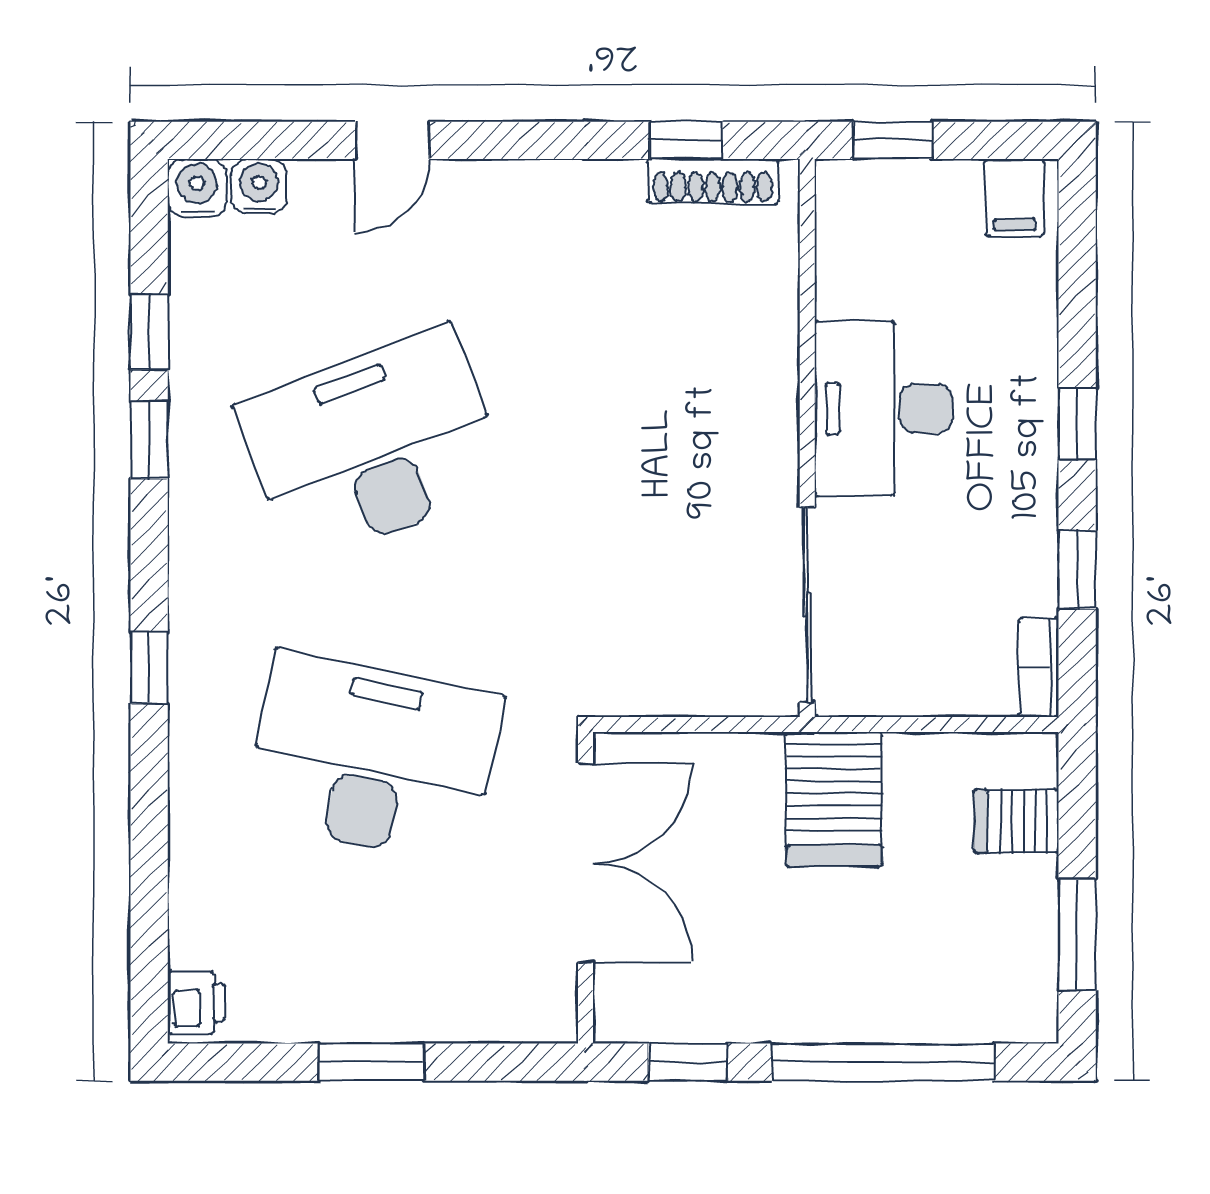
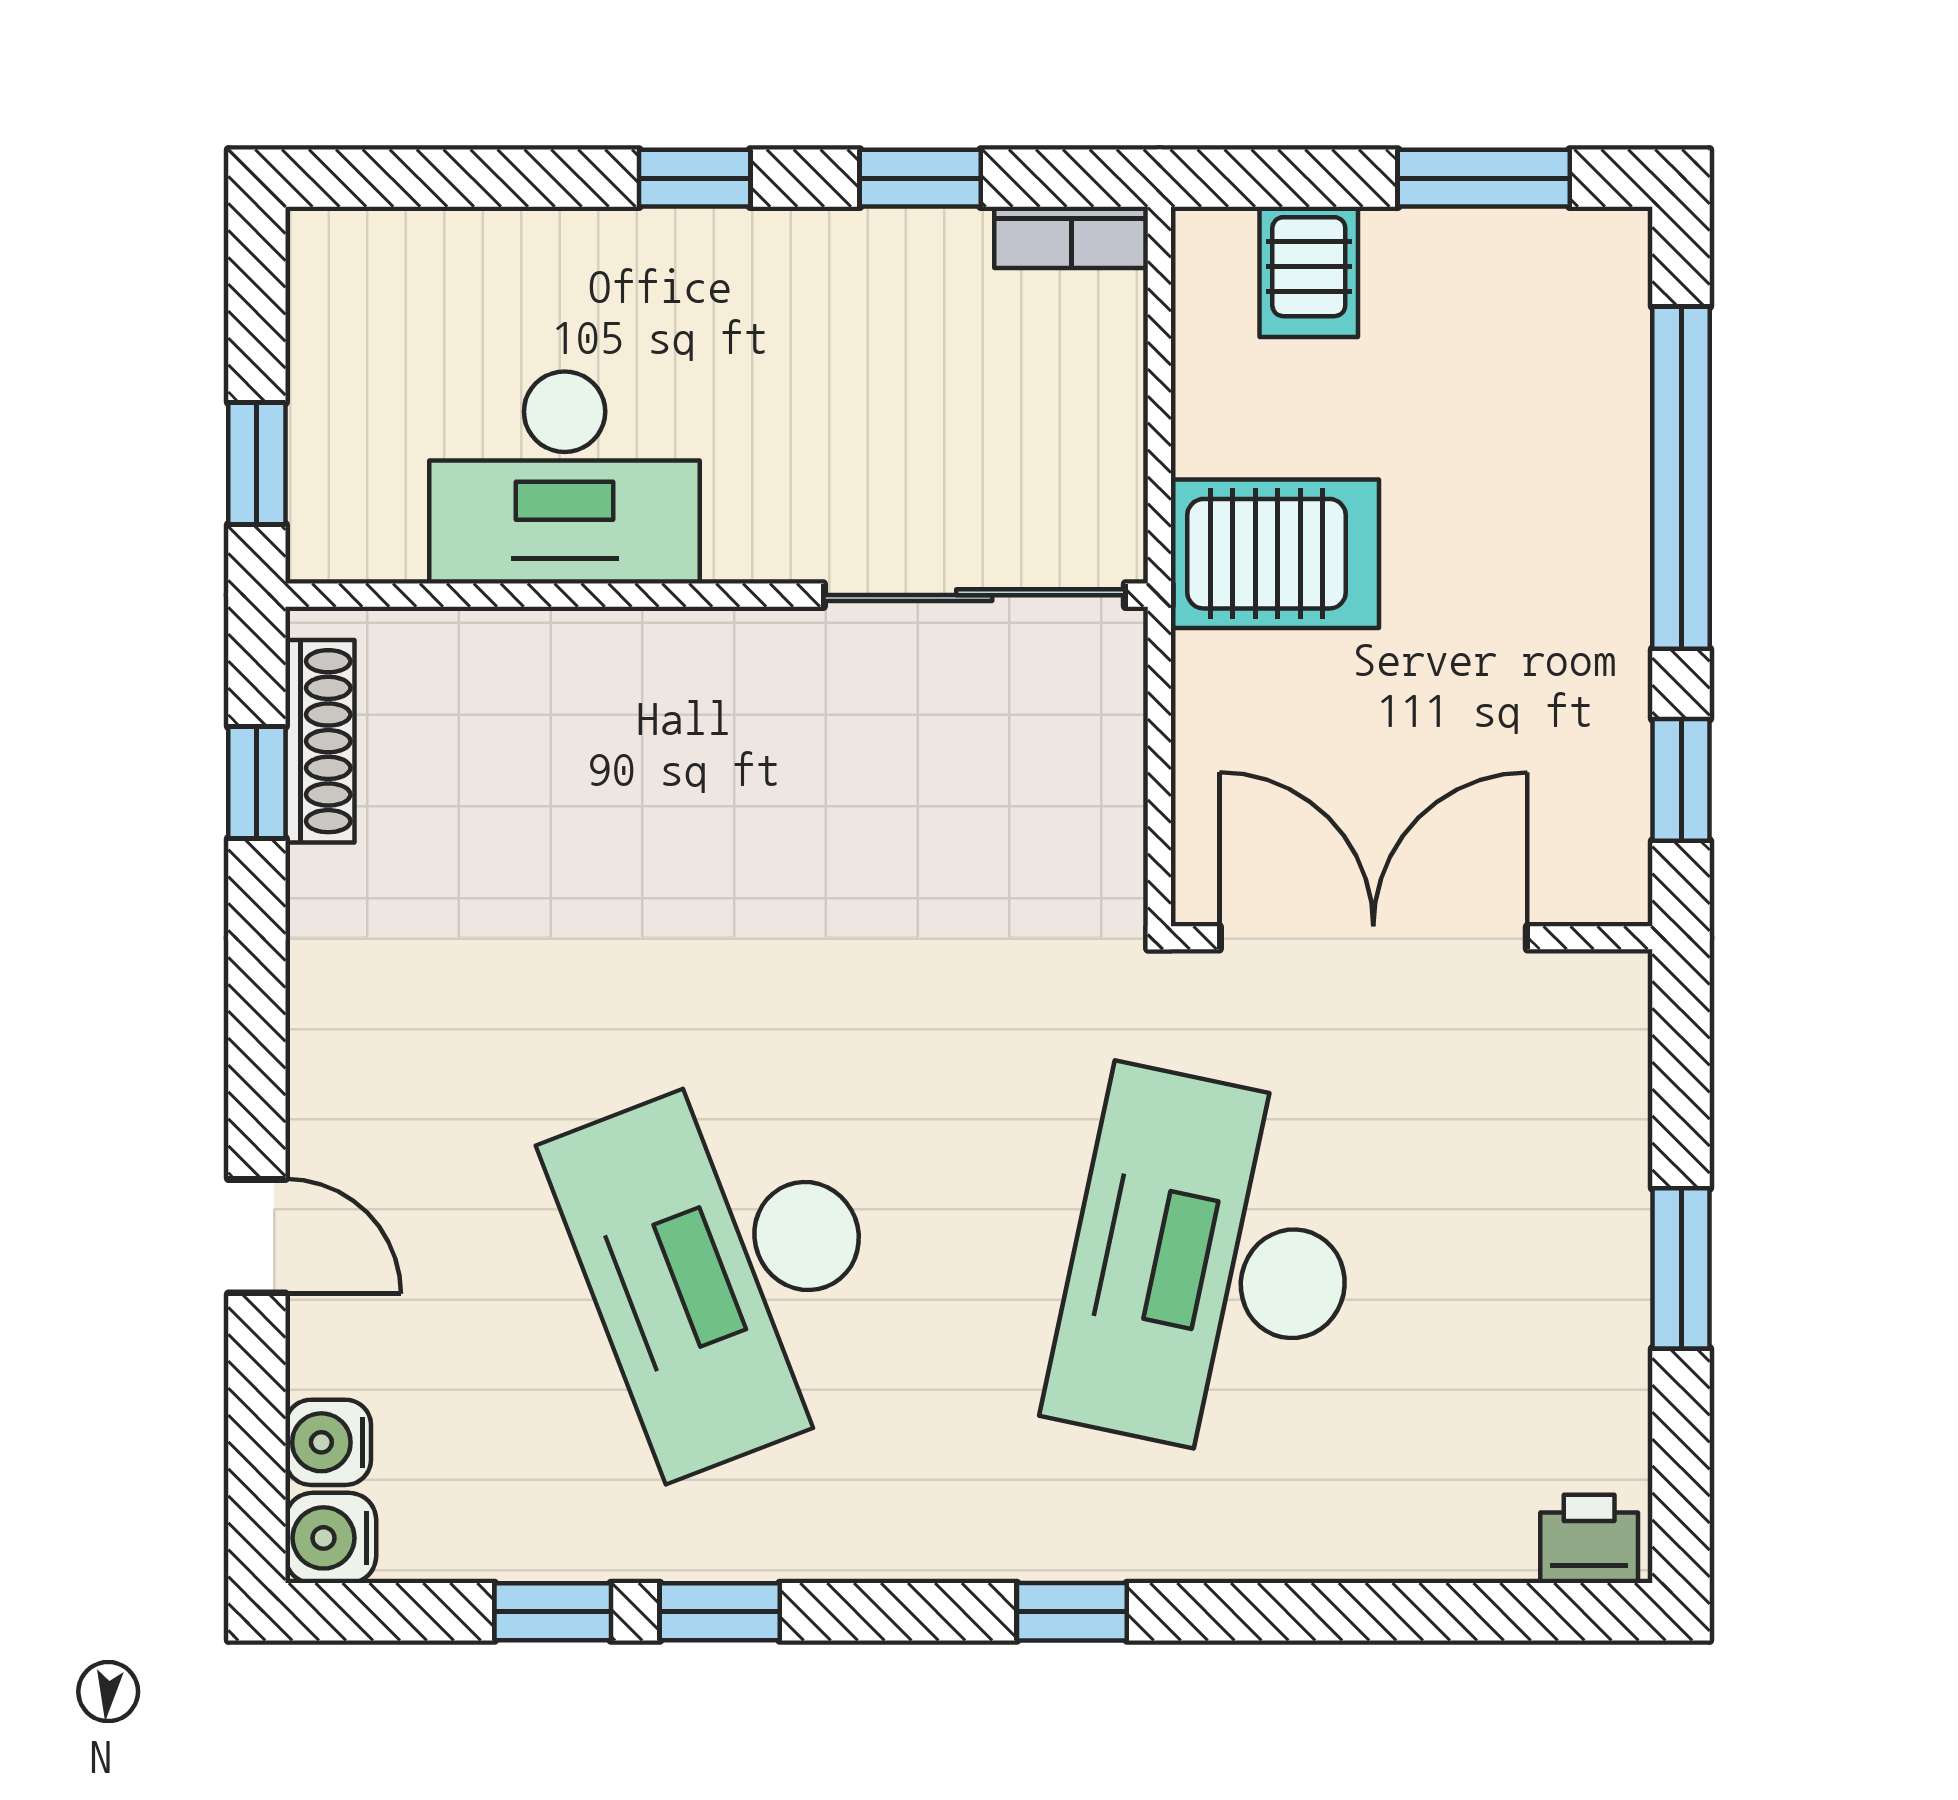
filing cabinet: (1015, 198) -> (345, 275), removed
desk: (883, 409) -> (565, 477), moved

